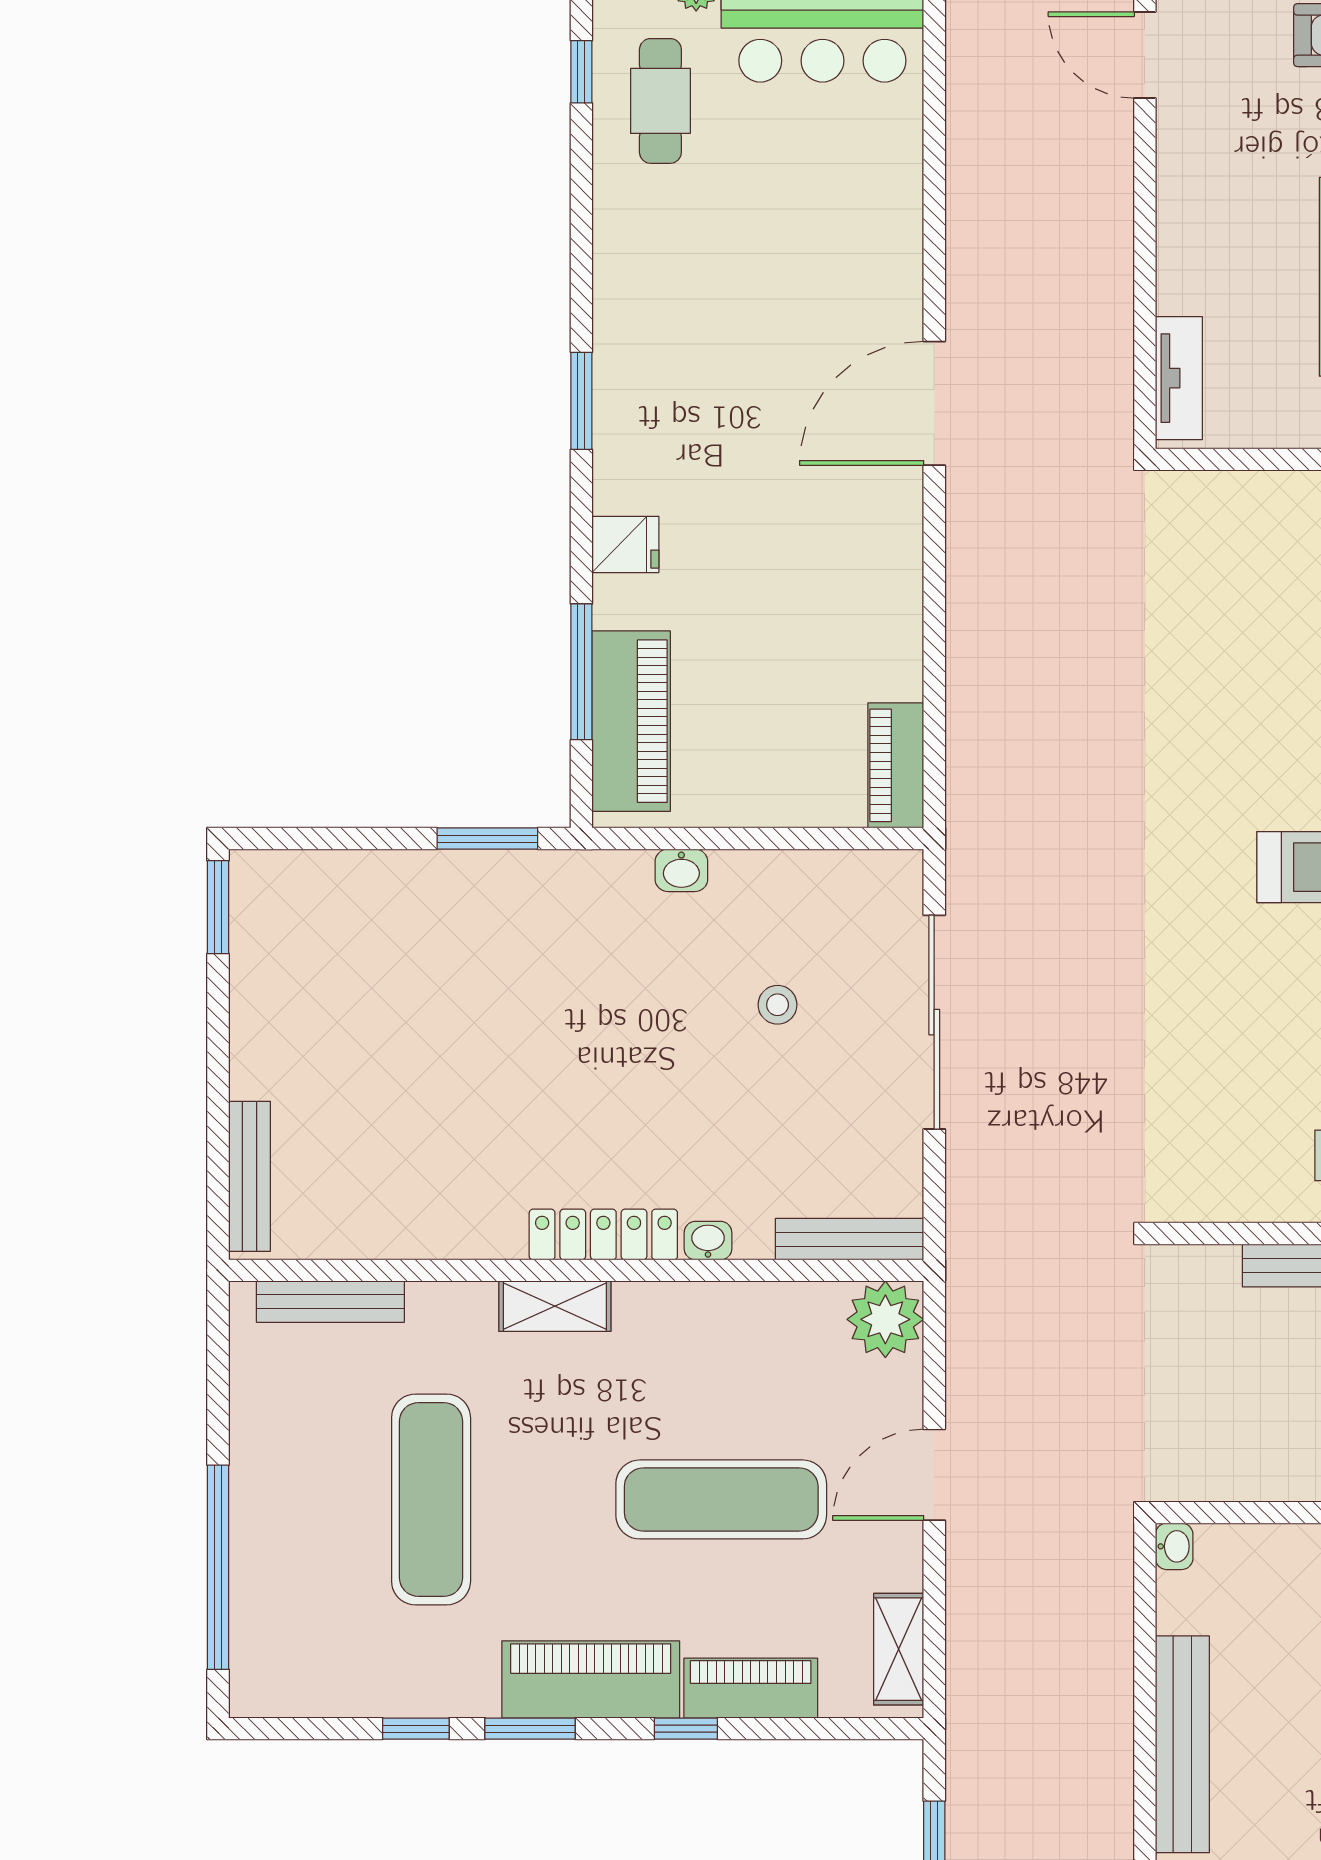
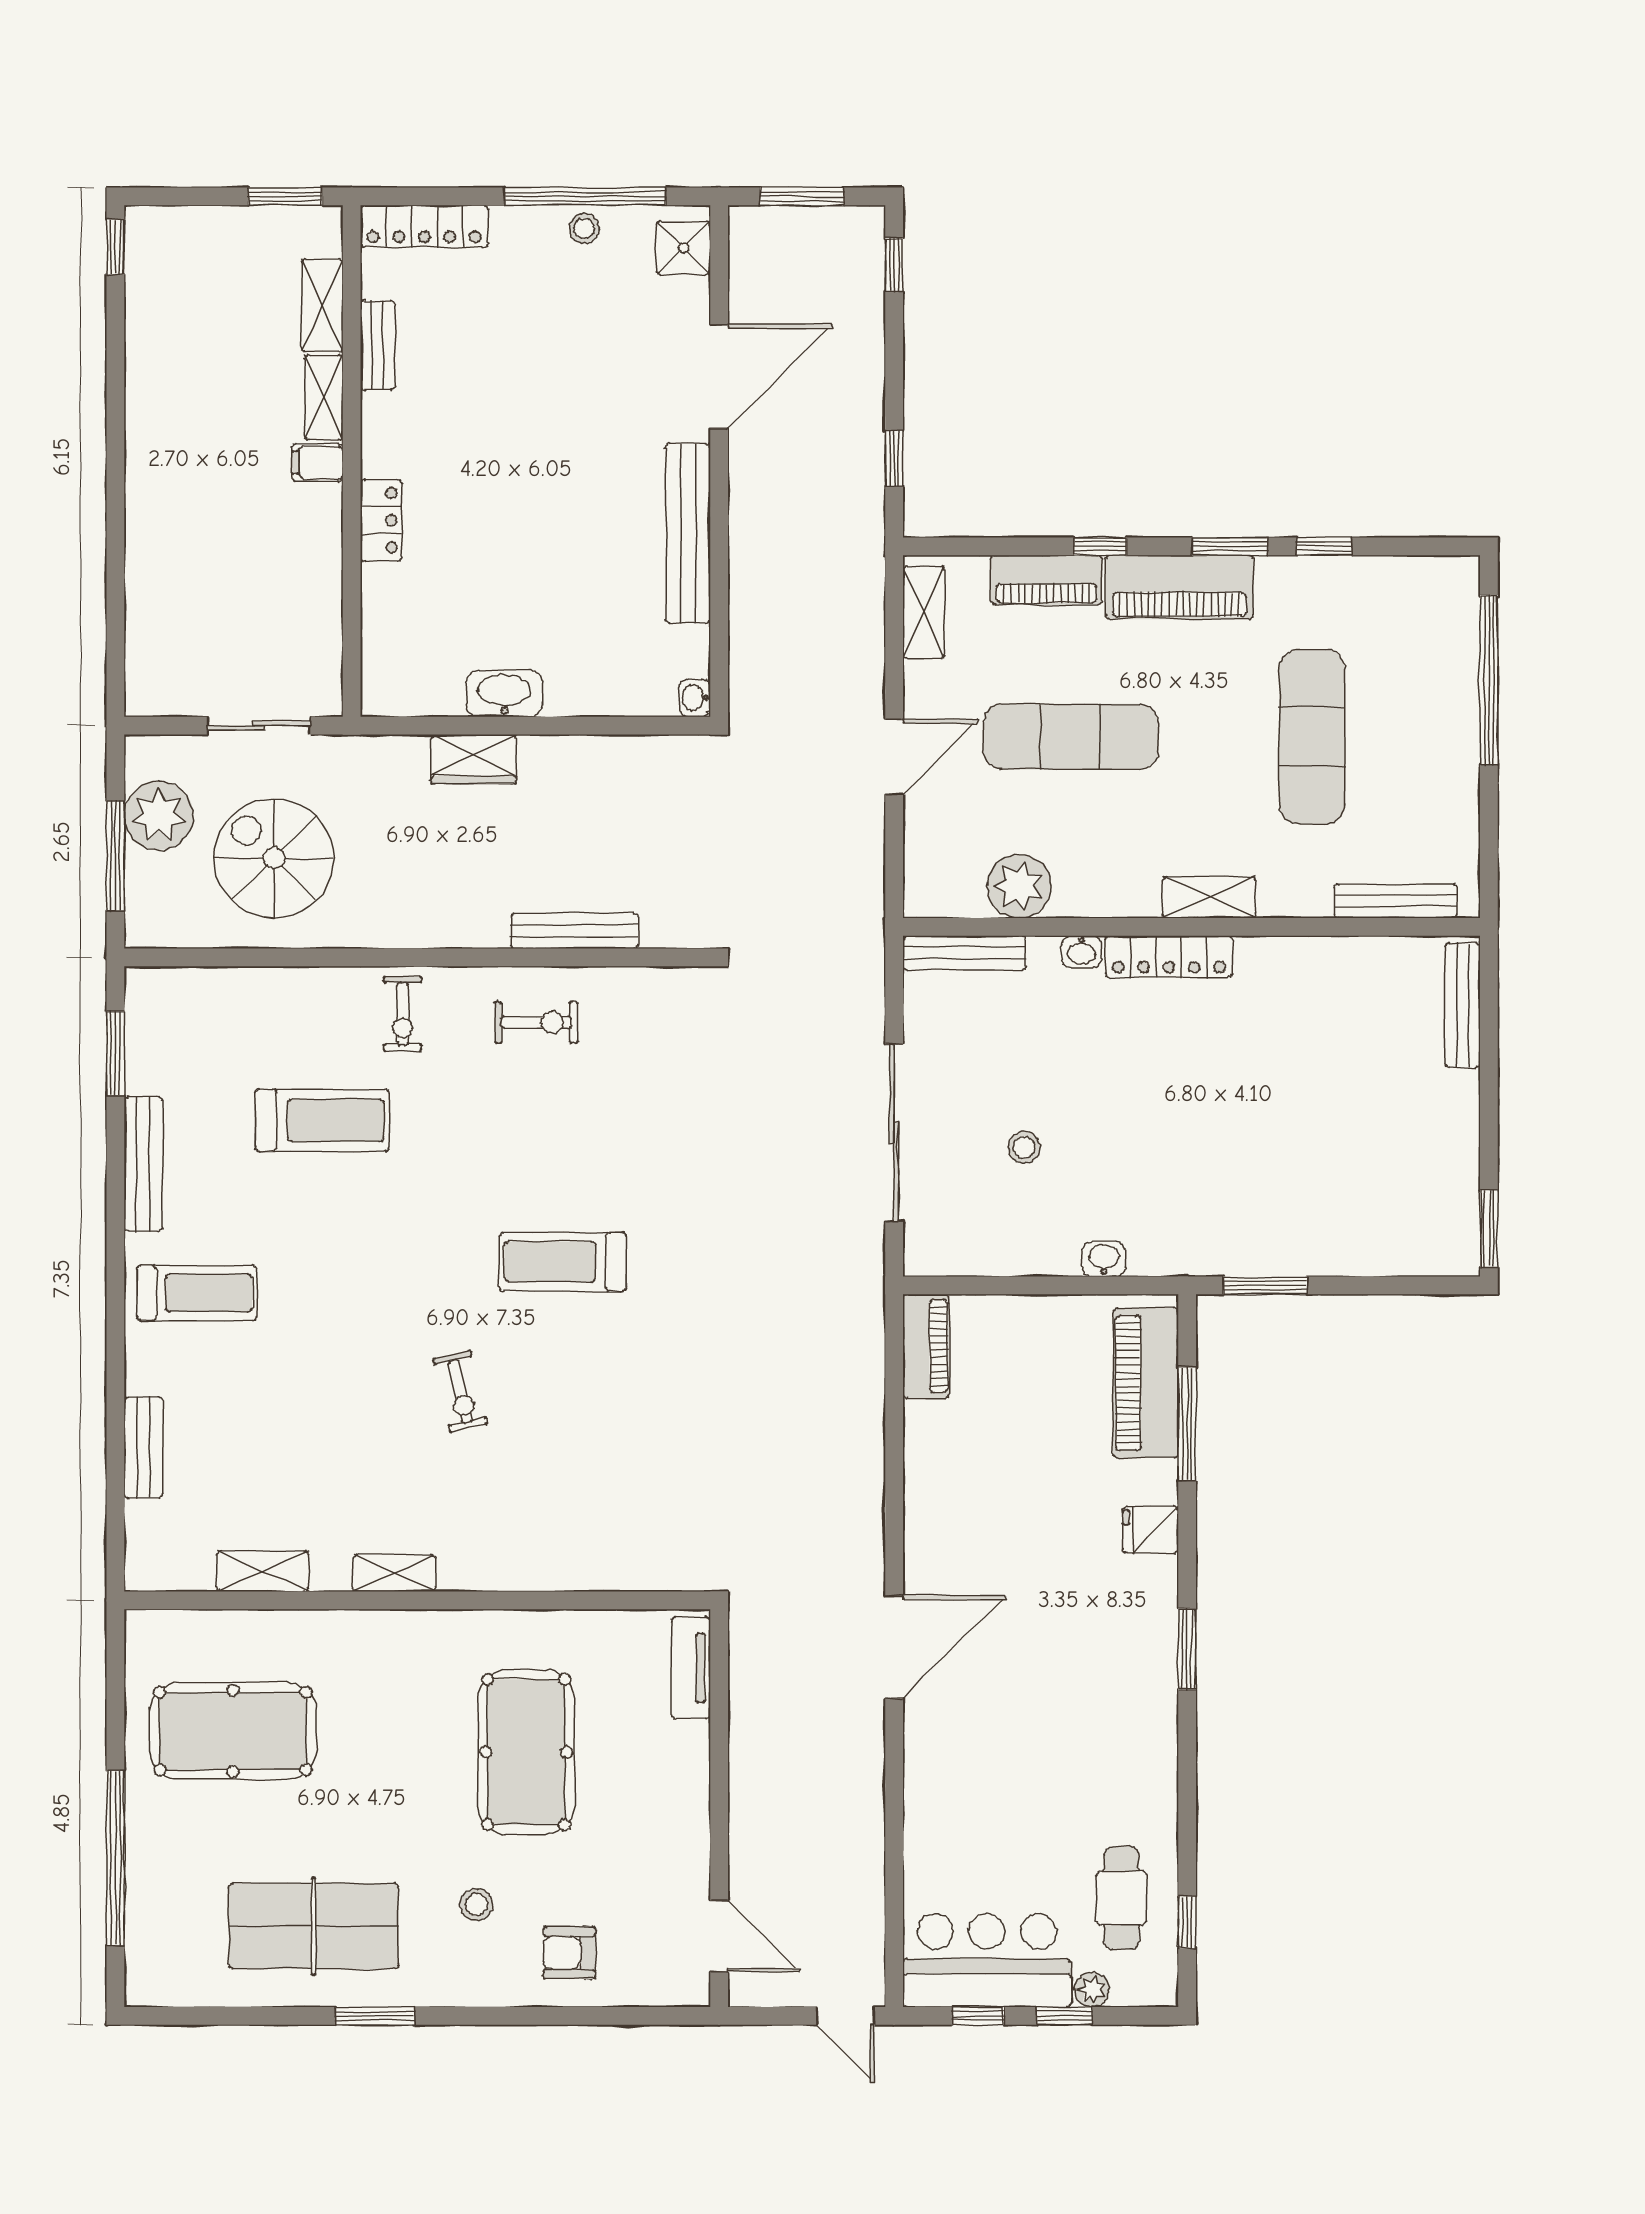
plant: (885, 1319) -> (1019, 886), moved

